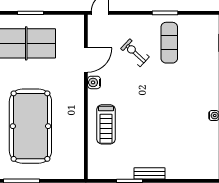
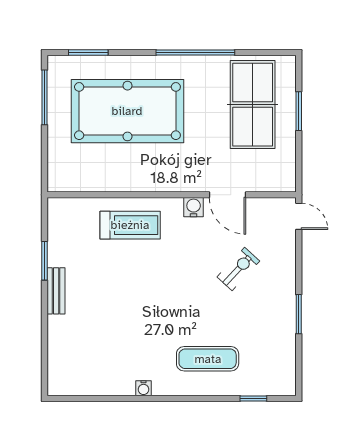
exercise mat: (169, 43) -> (208, 359), moved
treadmill: (106, 124) -> (130, 225), turned 180

